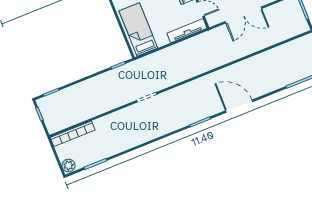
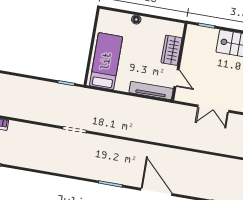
double door: (243, 15) -> (213, 109), width x0.73

